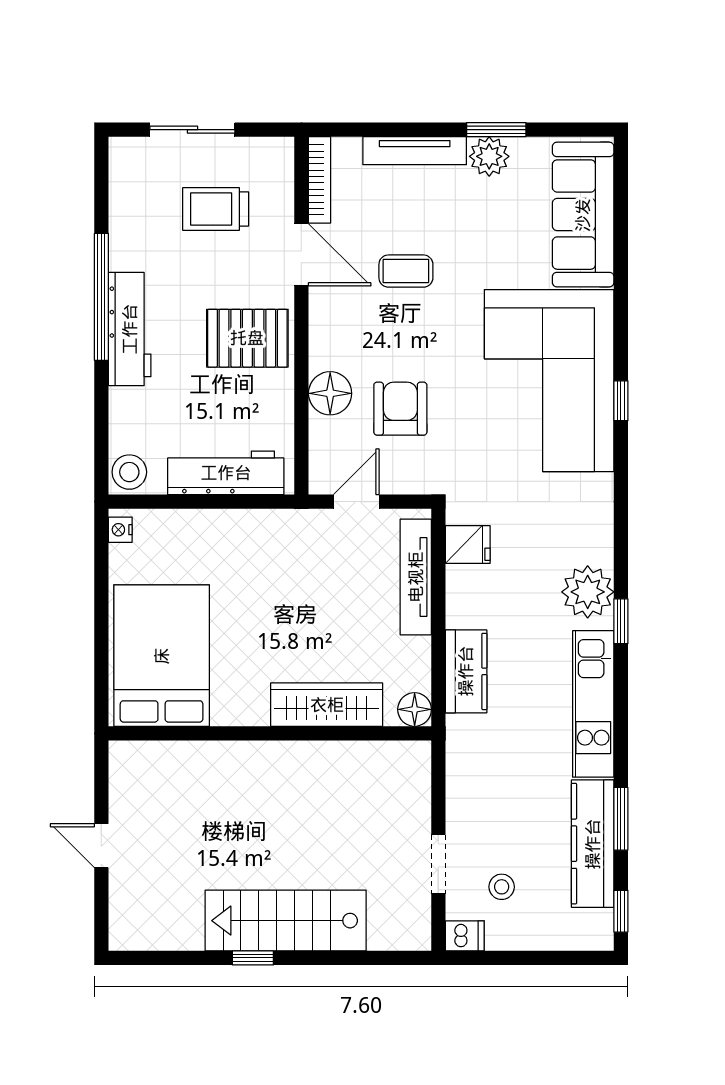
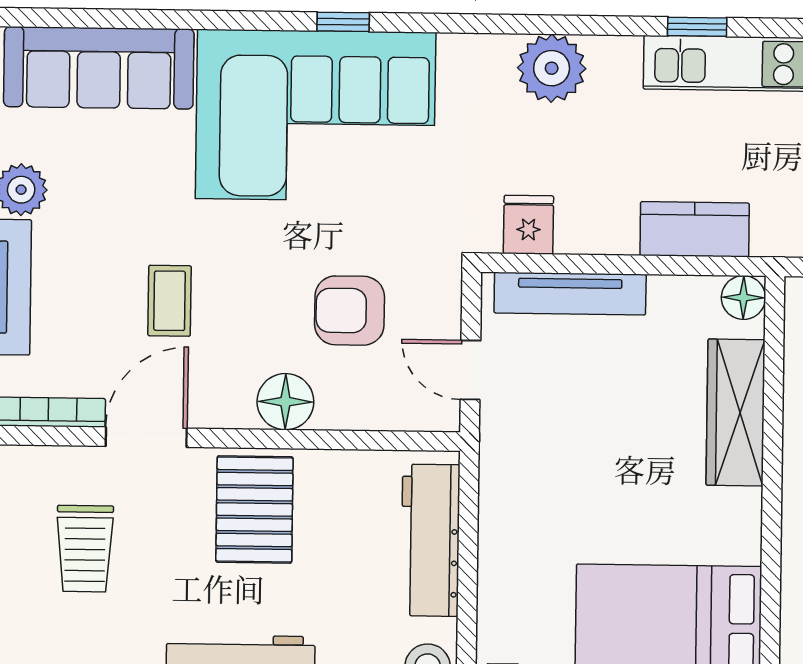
floor lamp: (330, 393) -> (285, 402), moved
plant: (588, 592) -> (552, 68), moved
window: (621, 621) -> (697, 27), moved

